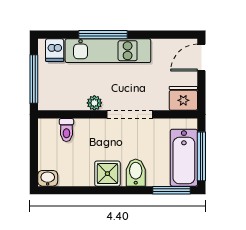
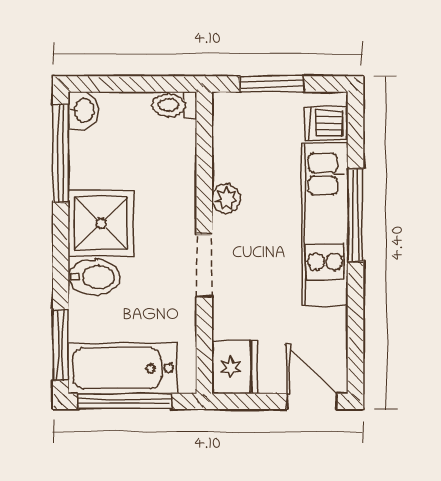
window: (34, 79) -> (271, 84), width x0.69
doorway: (130, 114) -> (204, 266), width x0.73
toilet: (66, 130) -> (175, 105), moved
shower: (107, 174) -> (101, 223), width x1.36, depth x1.36
window: (71, 190) -> (61, 154), added

